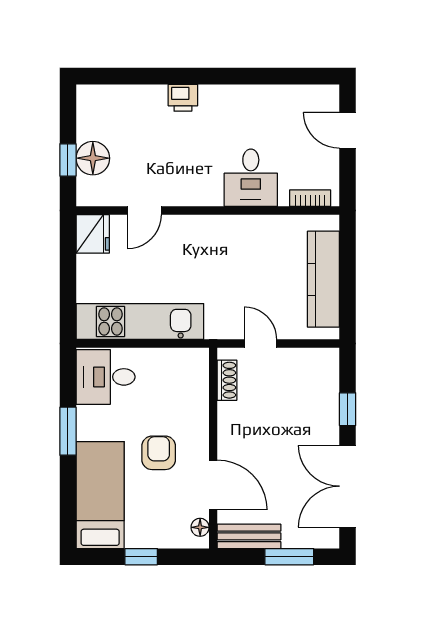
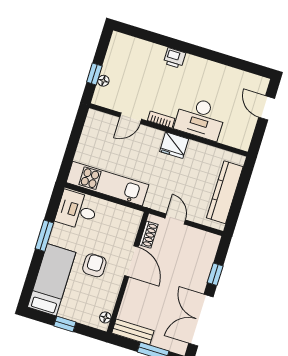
floor lamp: (93, 158) -> (103, 81), width x0.53, depth x0.53
desk: (251, 178) -> (200, 118), width x1.37
bookcase: (310, 198) -> (161, 120), moved
fridge: (93, 234) -> (174, 145), moved, turned 90
door: (213, 485) -> (131, 261), moved

